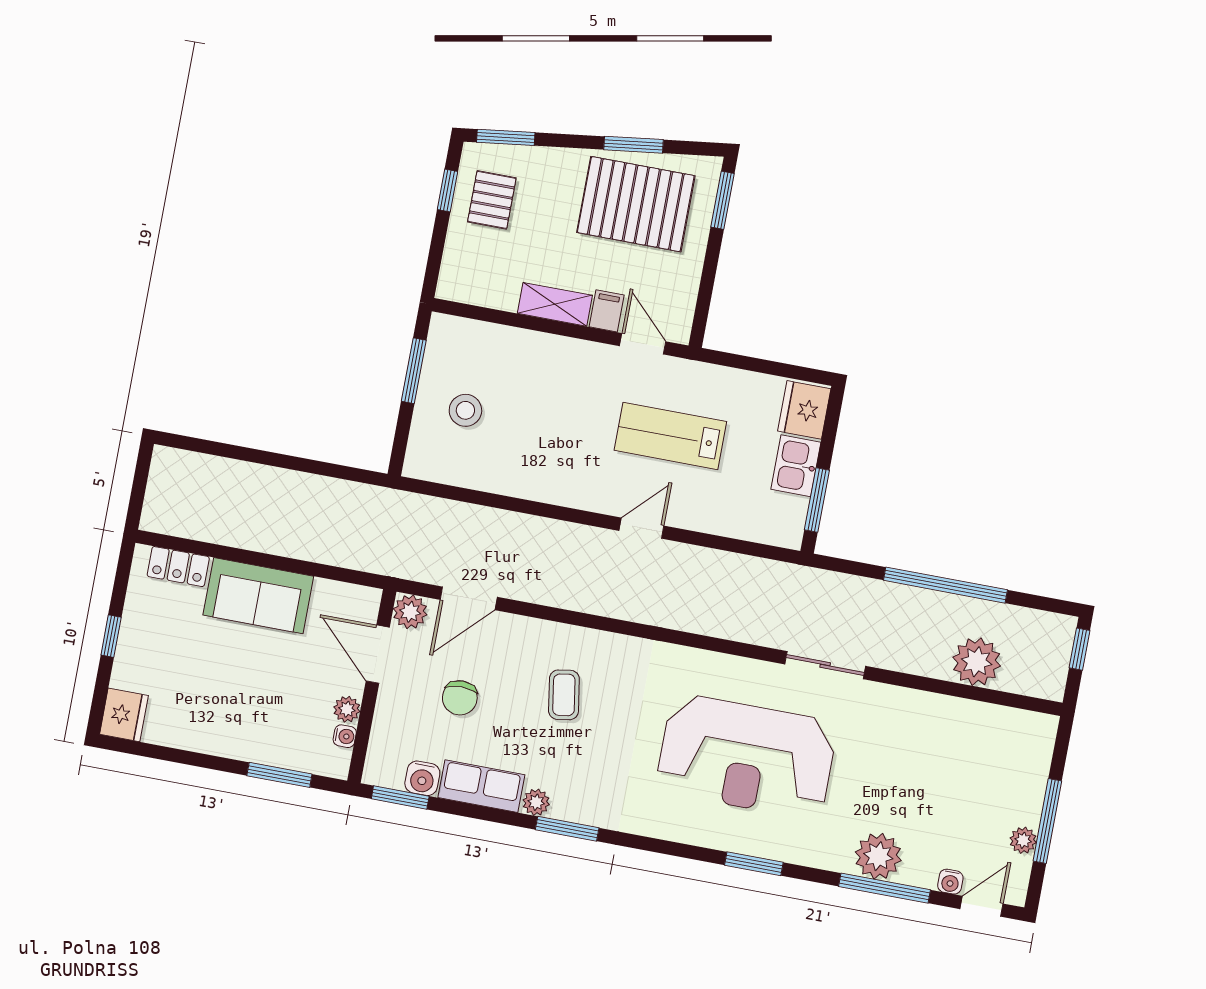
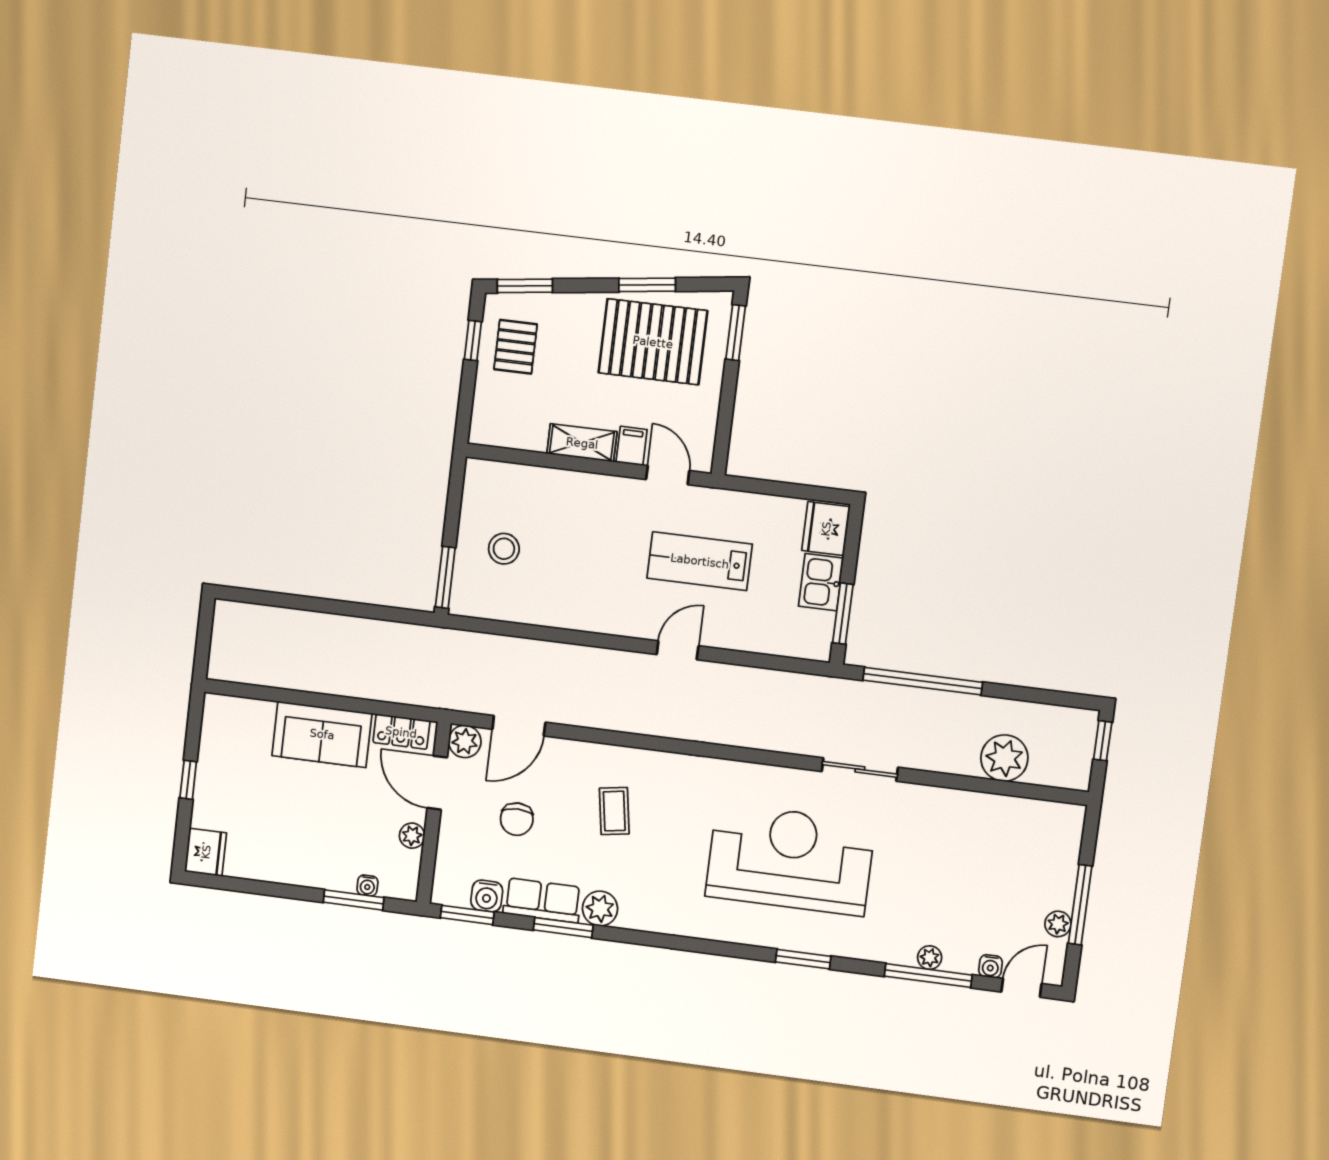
window: (414, 371) -> (445, 577), moved
locker: (178, 567) -> (401, 732), moved
window: (945, 585) -> (923, 681), moved
water cooler: (345, 736) -> (367, 885), moved, turned 90
reception desk: (747, 756) -> (790, 859), turned 180
plant: (536, 802) -> (600, 909), width x1.38, depth x1.38
window: (567, 829) -> (563, 928), moved
plant: (878, 856) -> (930, 958), width x0.53, depth x0.53

